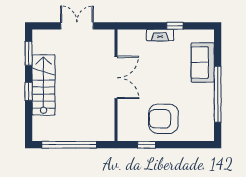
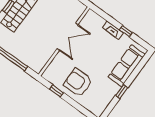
sofa: (203, 63) -> (127, 66), width x1.36
window: (218, 94) -> (122, 92), width x0.32

